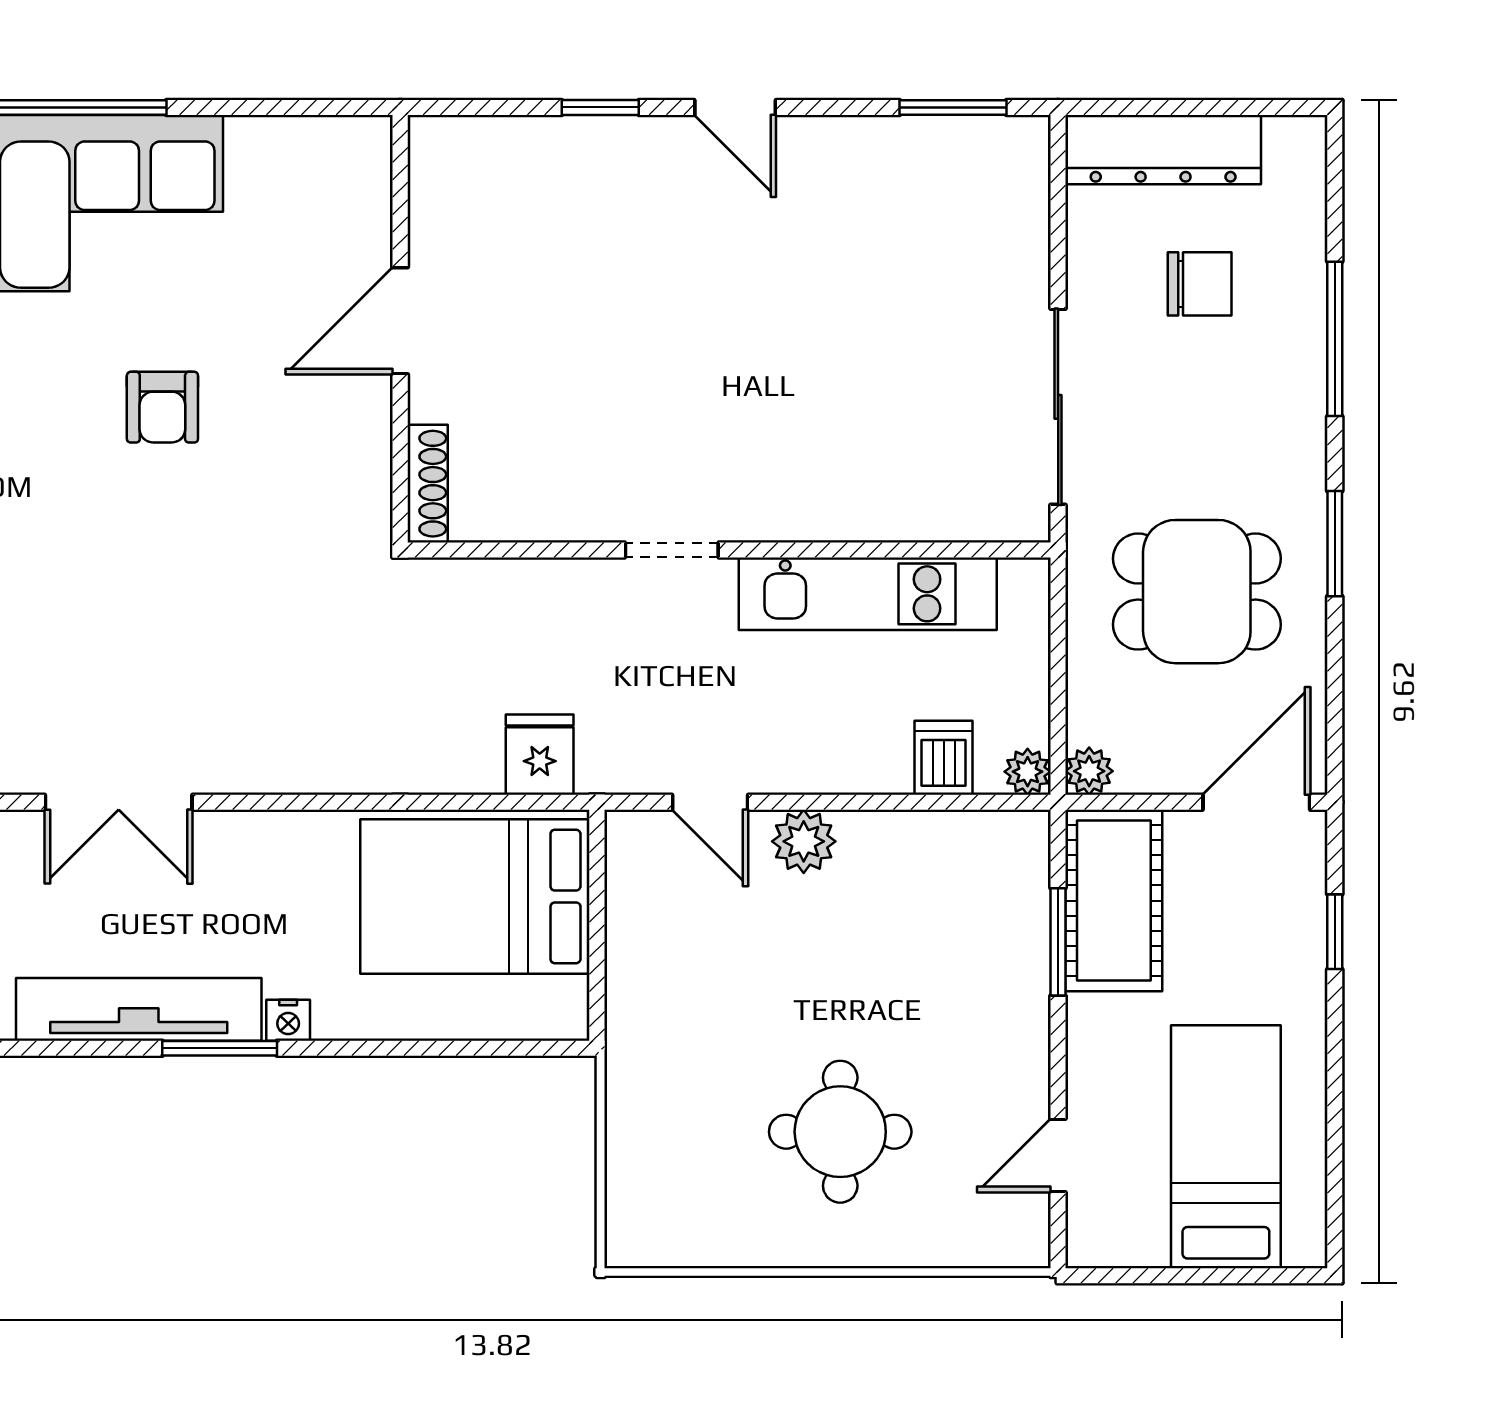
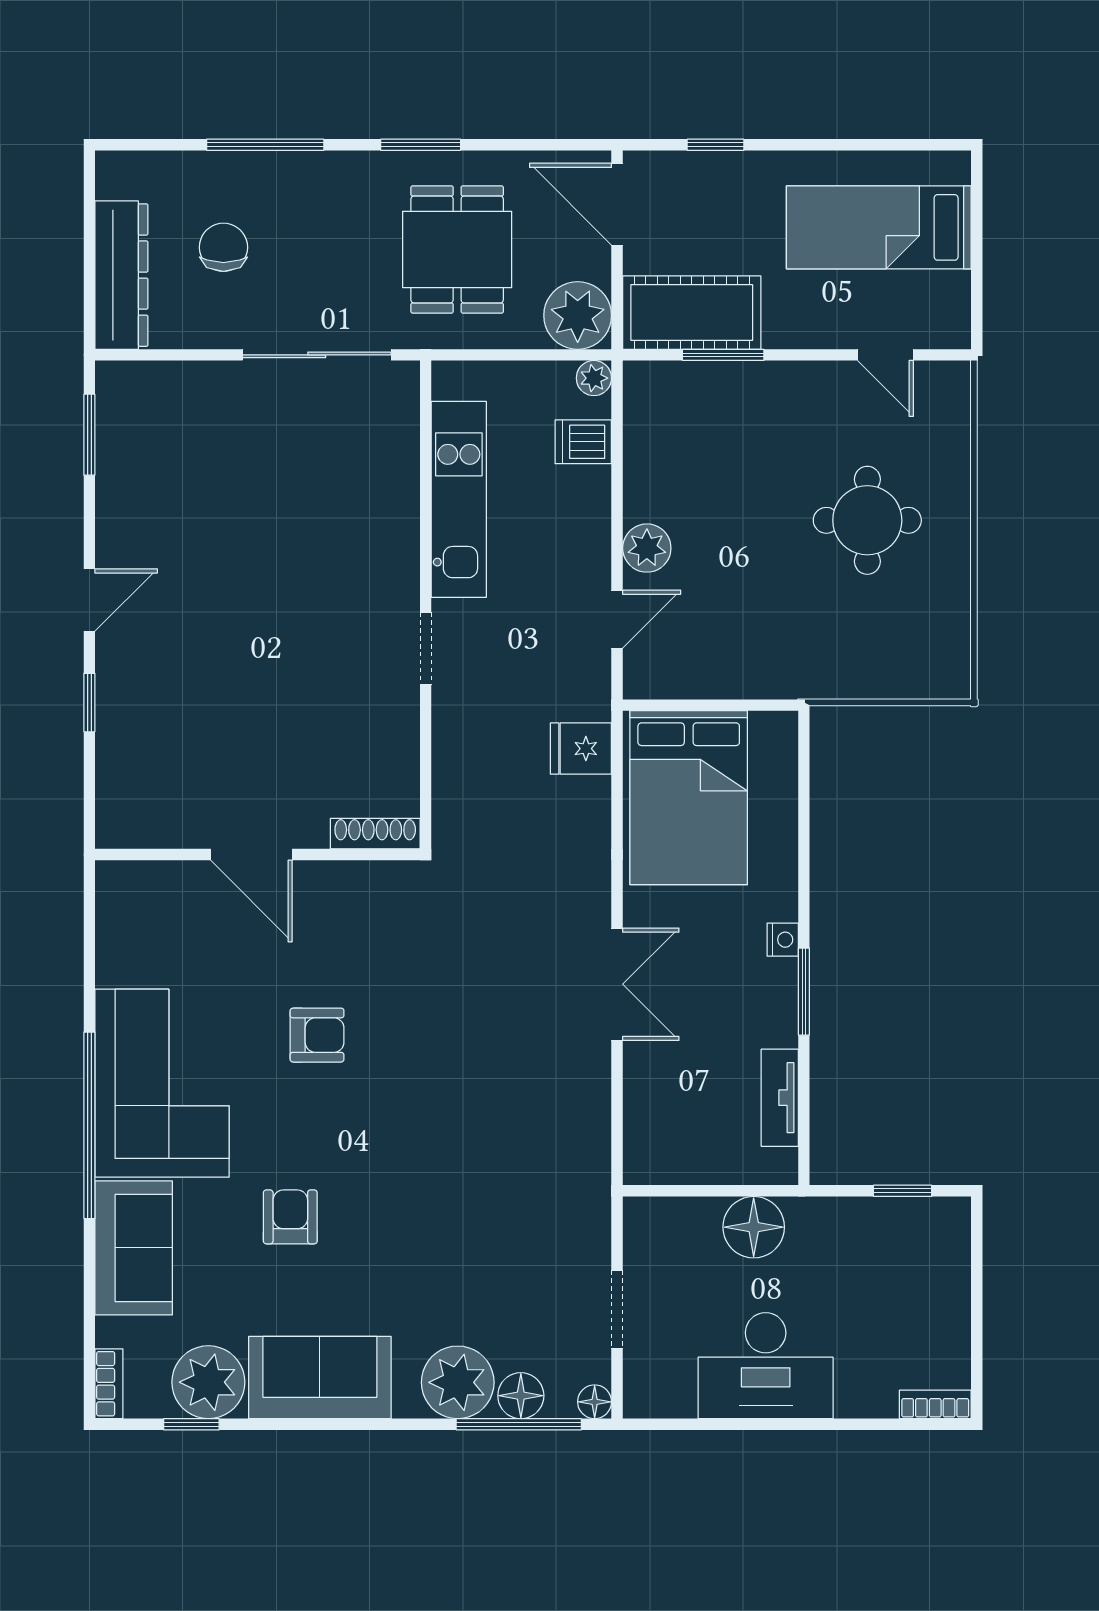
plant: (1089, 771) -> (578, 315), width x1.88, depth x1.88
double door: (119, 802) -> (617, 984), moved
tv unit: (139, 1009) -> (780, 1098), width x0.52, depth x0.78

